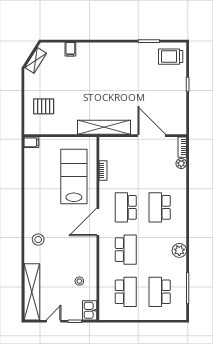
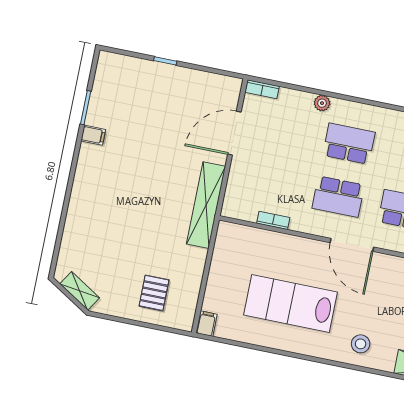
filing cabinet: (70, 49) -> (93, 135), moved
trolley: (171, 57) -> (117, 78), removed
plant: (181, 164) -> (322, 103), moved
lab bench: (74, 177) -> (291, 303), moved
school desk: (160, 207) -> (349, 144), turned 180

